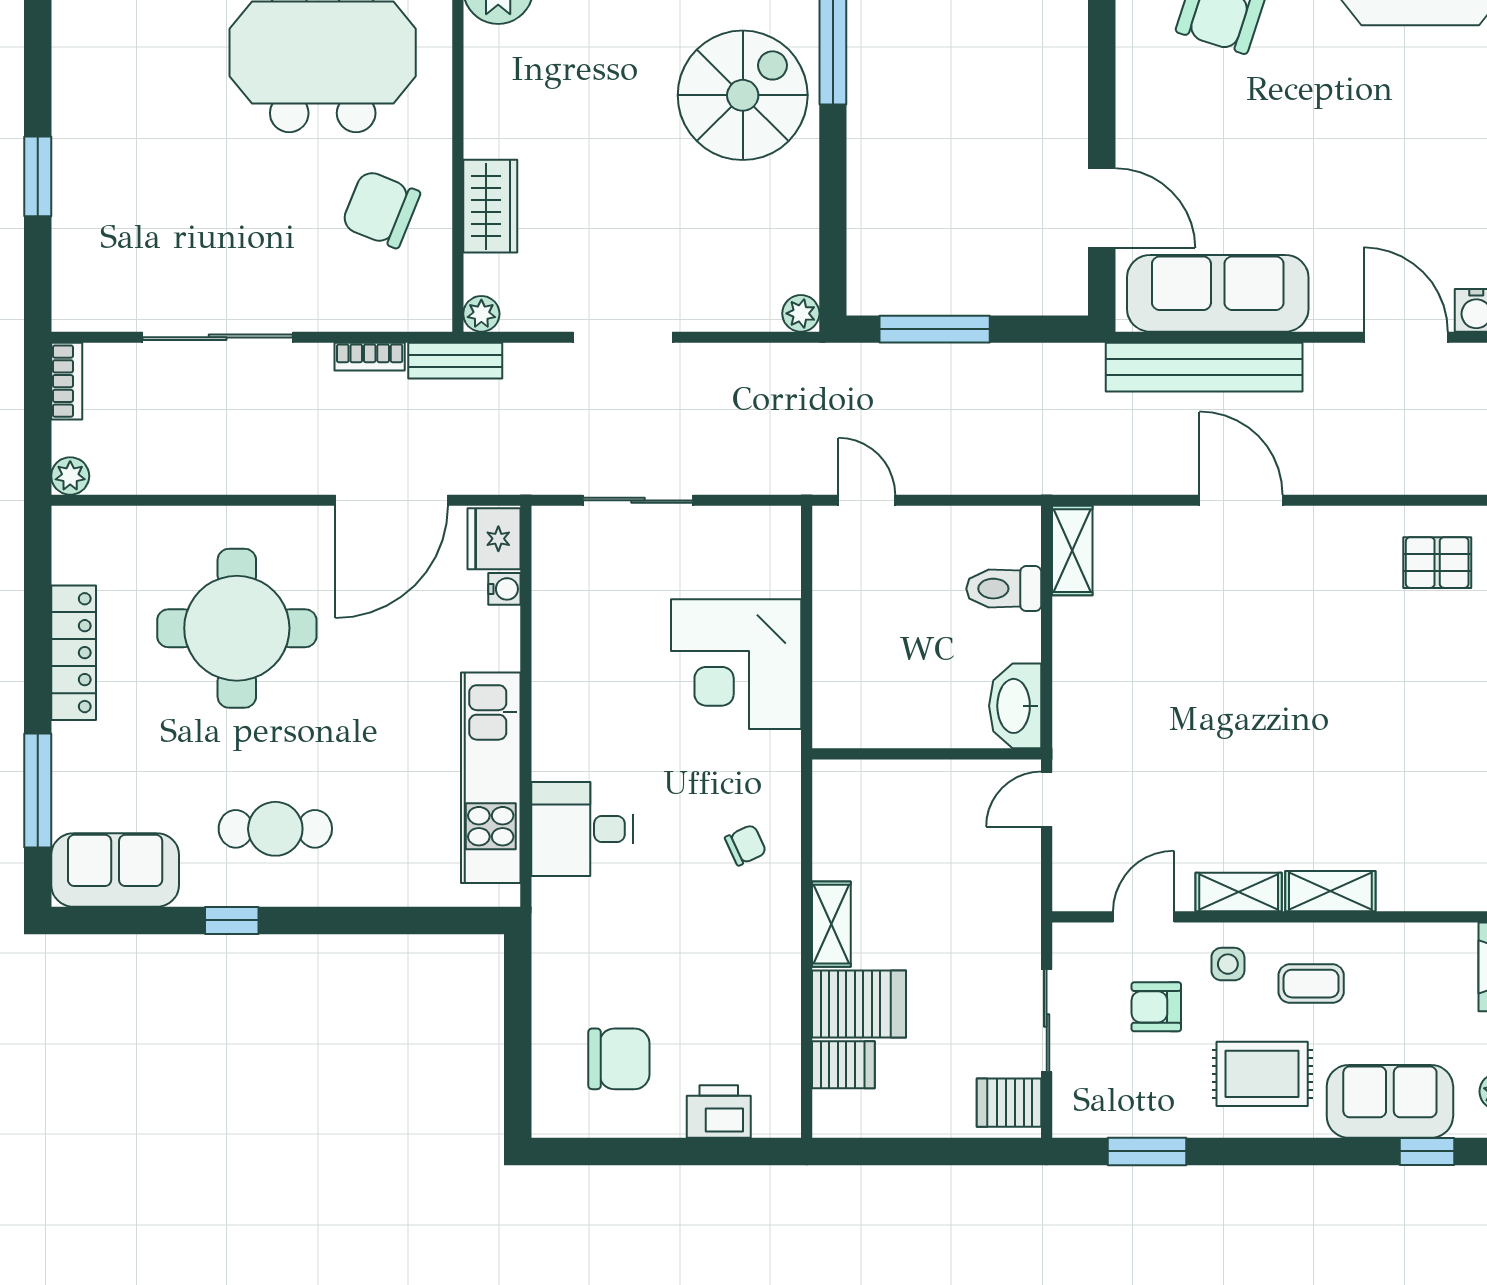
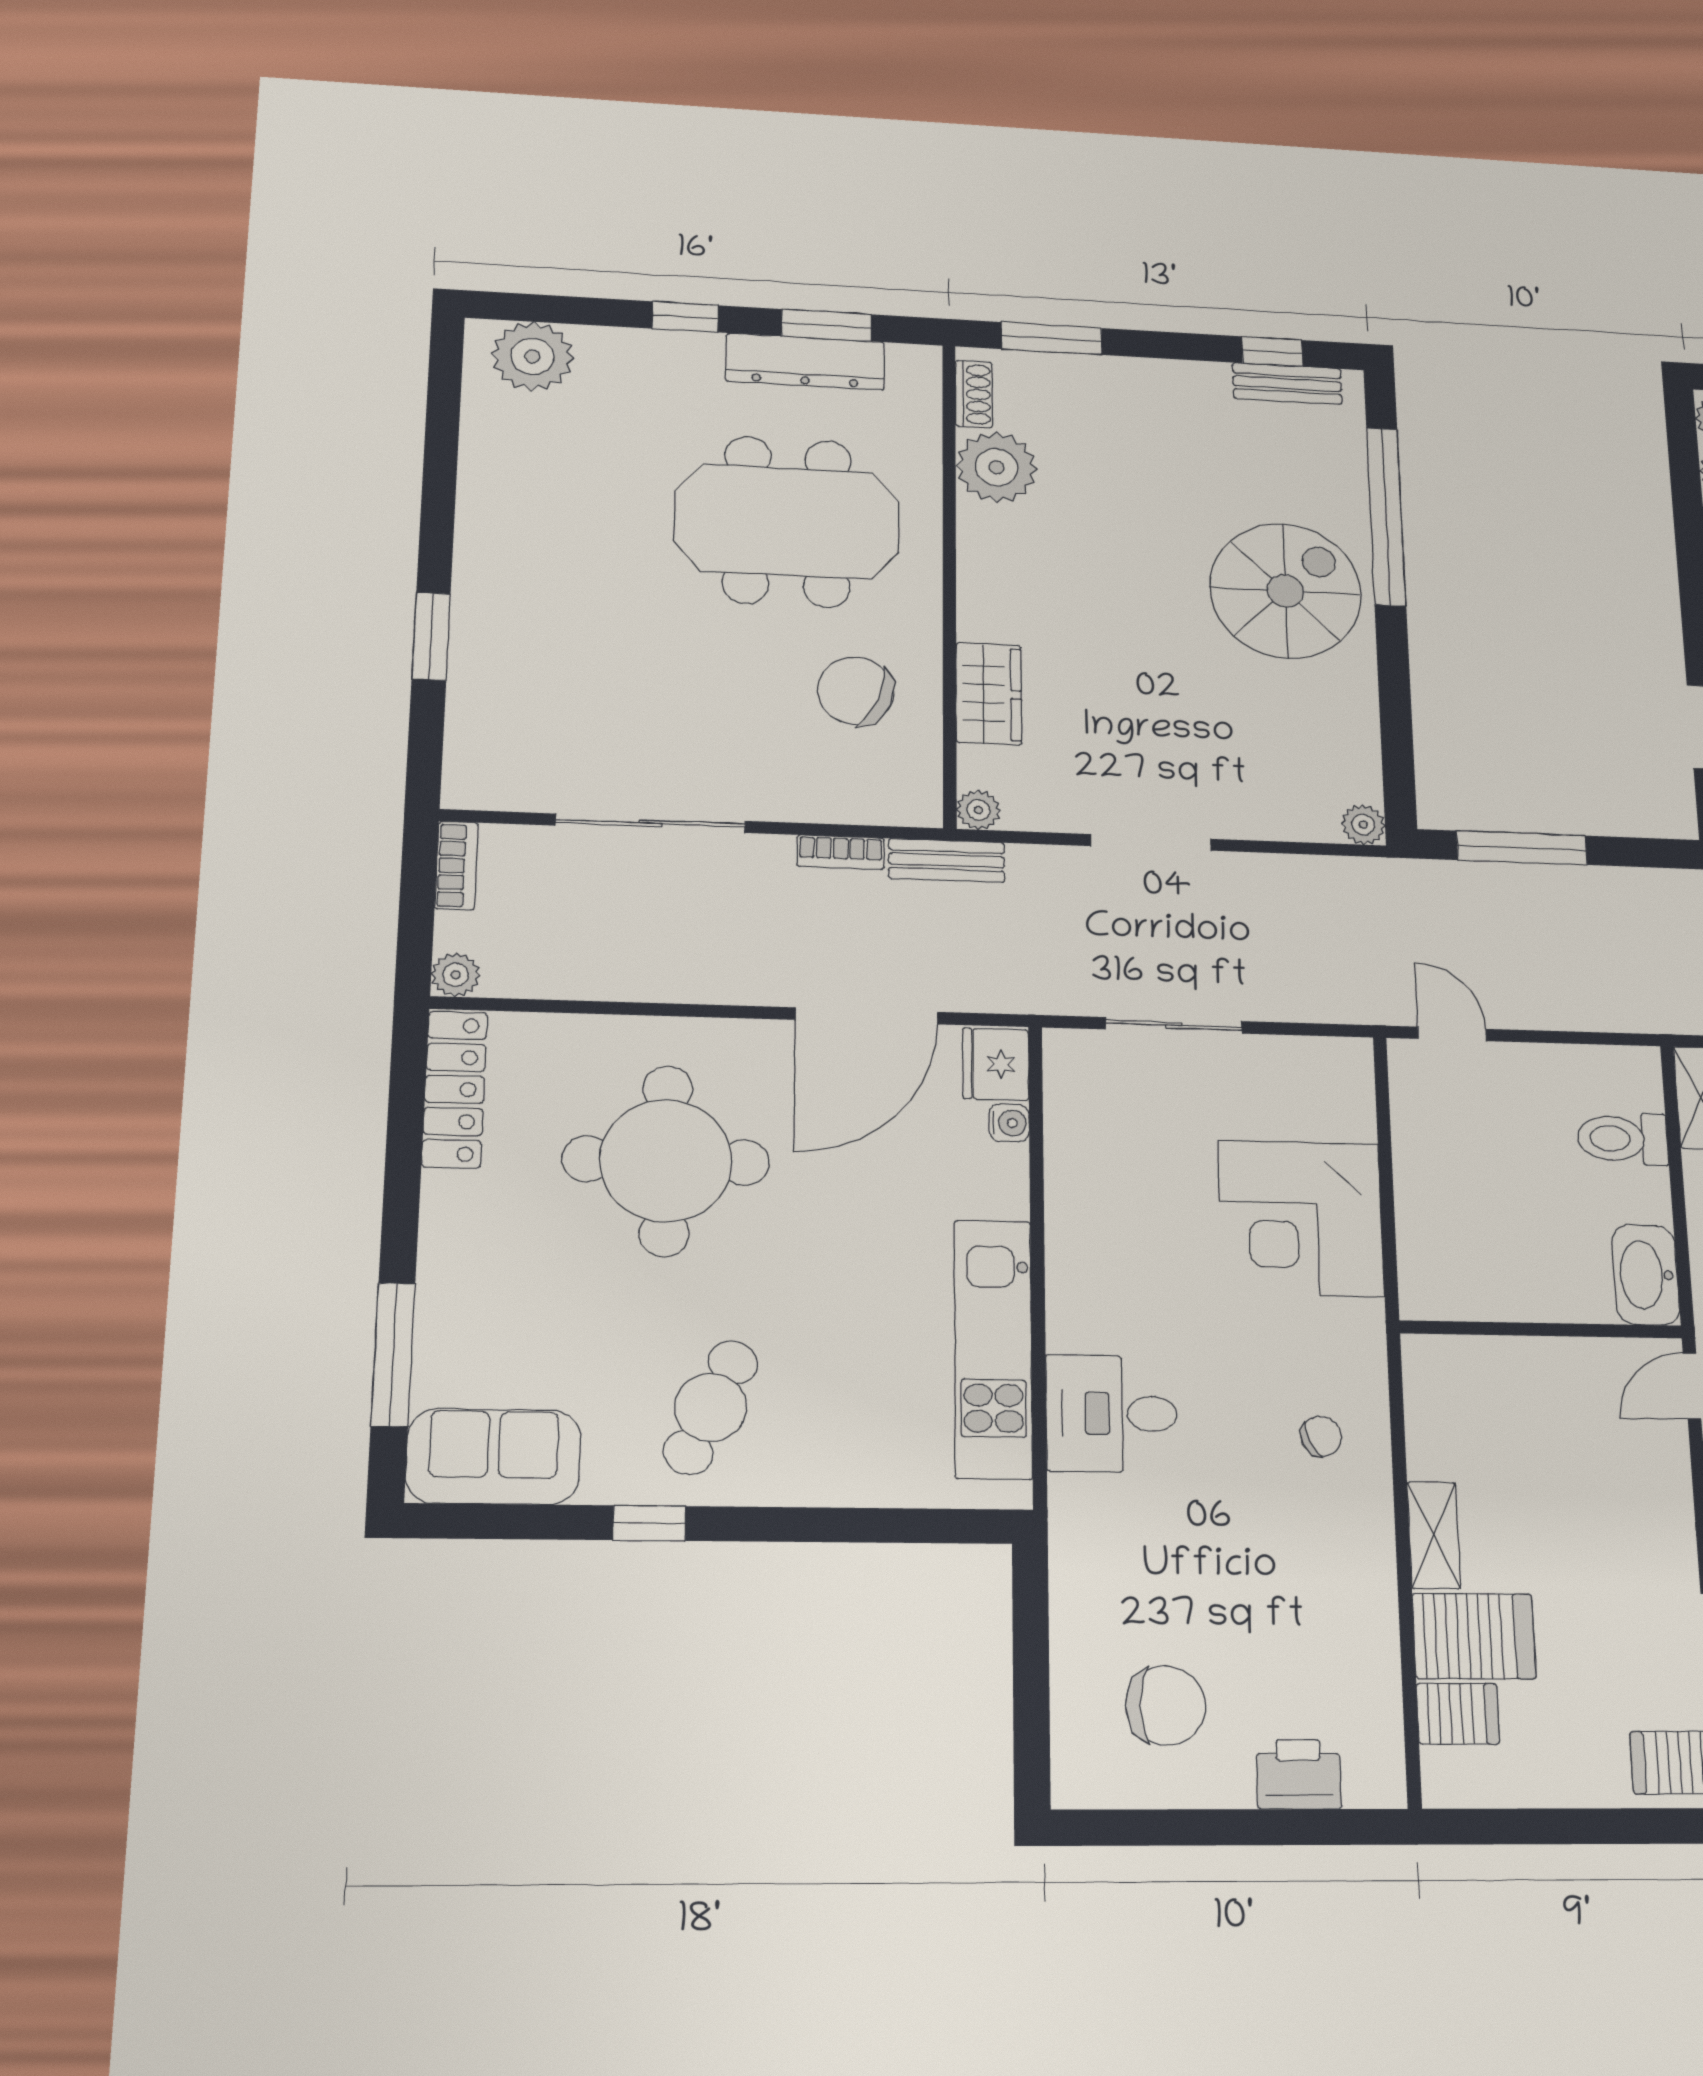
locker: (74, 653) -> (455, 1089), moved
cafe table: (275, 829) -> (711, 1407), turned -66

